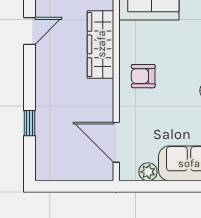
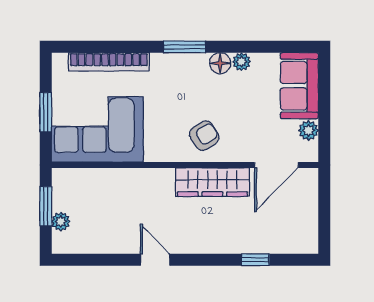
wardrobe: (101, 44) -> (212, 182), moved
armchair: (143, 76) -> (204, 136), turned -122

